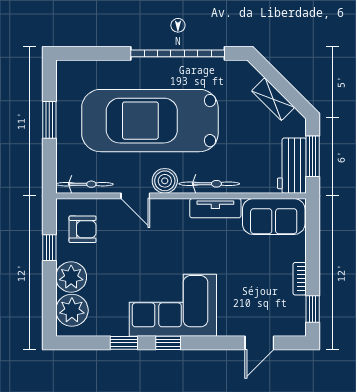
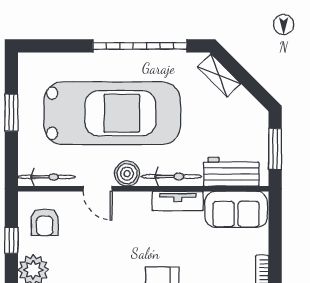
shelving: (273, 99) -> (219, 75), moved
car: (150, 121) -> (112, 113), turned 180
workbench: (292, 166) -> (231, 172), moved, turned 90
armchair: (83, 229) -> (45, 222), turned 90

